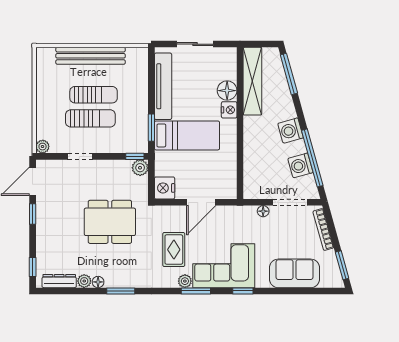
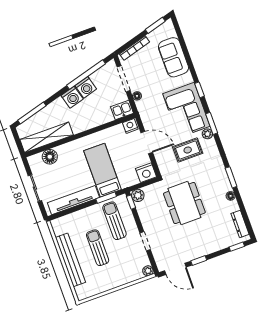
floor lamp: (227, 91) -> (50, 157), moved
nightstand: (229, 110) -> (130, 126), moved
sun lounger: (90, 118) -> (114, 221), moved
washing machine: (300, 165) -> (86, 87), moved
kitchen sink: (252, 186) -> (122, 110), added
plant: (84, 281) -> (233, 206), removed

